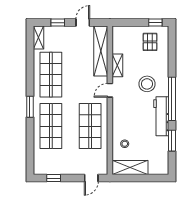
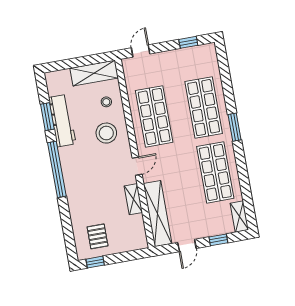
stool: (147, 84) -> (106, 133), moved
workbench: (161, 116) -> (62, 121), moved

